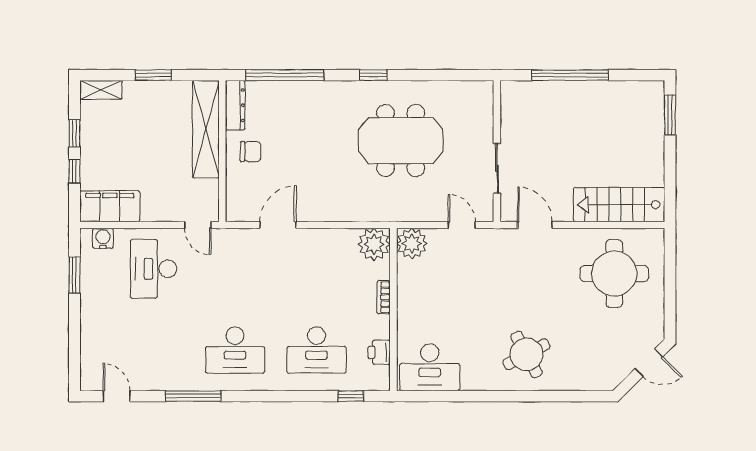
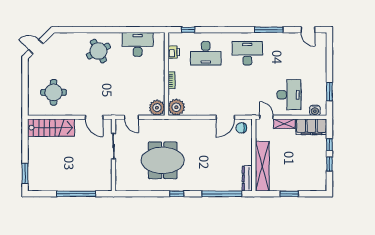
shelving: (101, 90) -> (284, 124), moved
chair: (251, 152) -> (241, 128), moved
round table: (614, 274) -> (54, 92), width x0.73, depth x0.73
desk: (316, 350) -> (206, 53), turned 180
desk: (430, 367) -> (138, 44), moved

